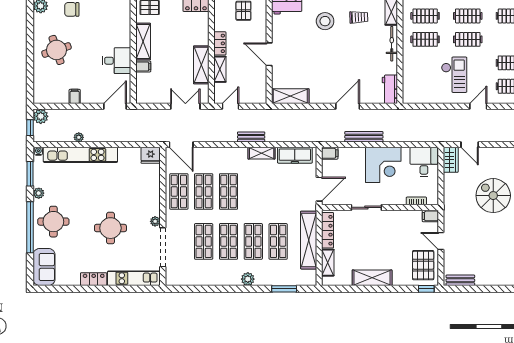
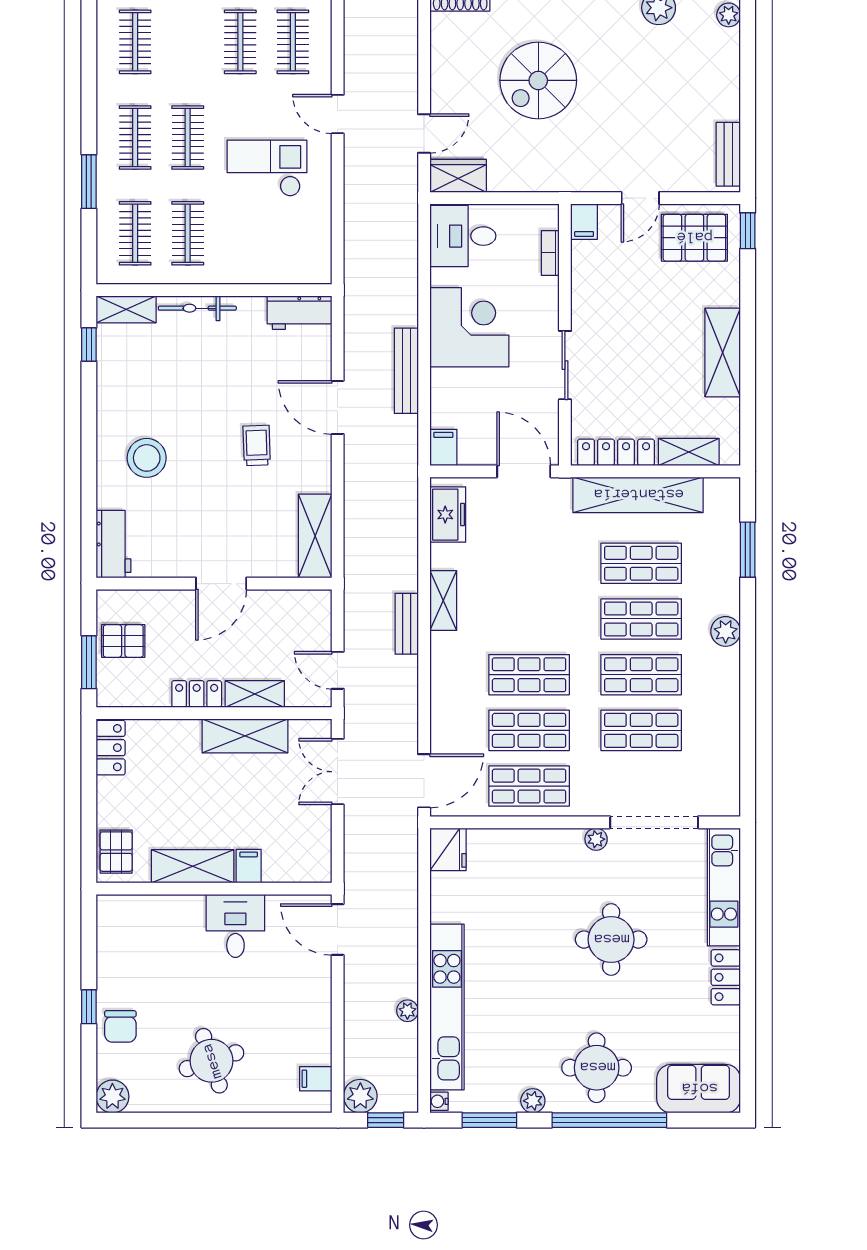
trolley: (359, 17) -> (257, 445), moved
filing cabinet: (75, 96) -> (316, 1079), moved
freezer: (295, 155) -> (448, 515), width x0.71

